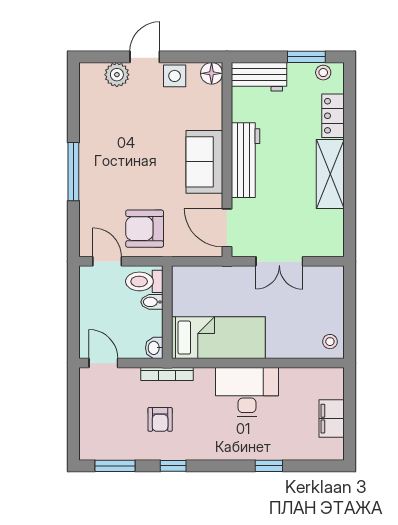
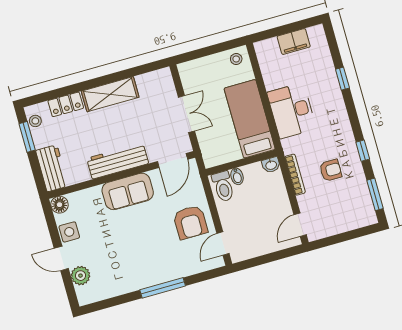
toilet: (144, 281) -> (223, 186), moved
bidet: (152, 302) -> (237, 176), moved
wall: (167, 312) -> (241, 163), moved
bed: (218, 338) -> (250, 119), moved
washbasin: (154, 348) -> (271, 165), moved

